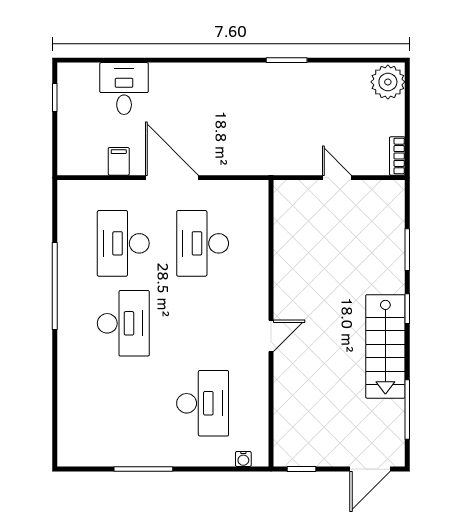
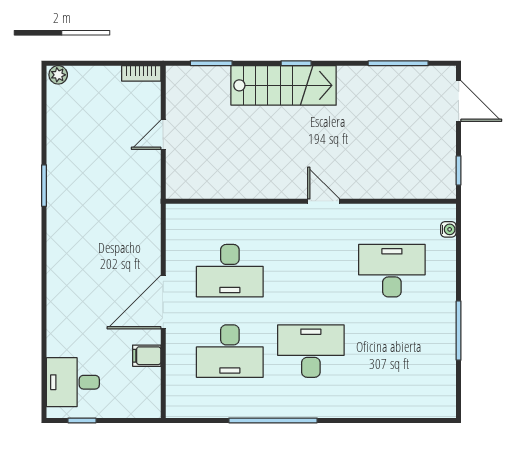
plant: (388, 82) -> (58, 75), width x0.53, depth x0.53
desk: (124, 89) -> (73, 382), moved
window: (407, 250) -> (211, 63), moved
stairs: (385, 346) -> (284, 85), moved

